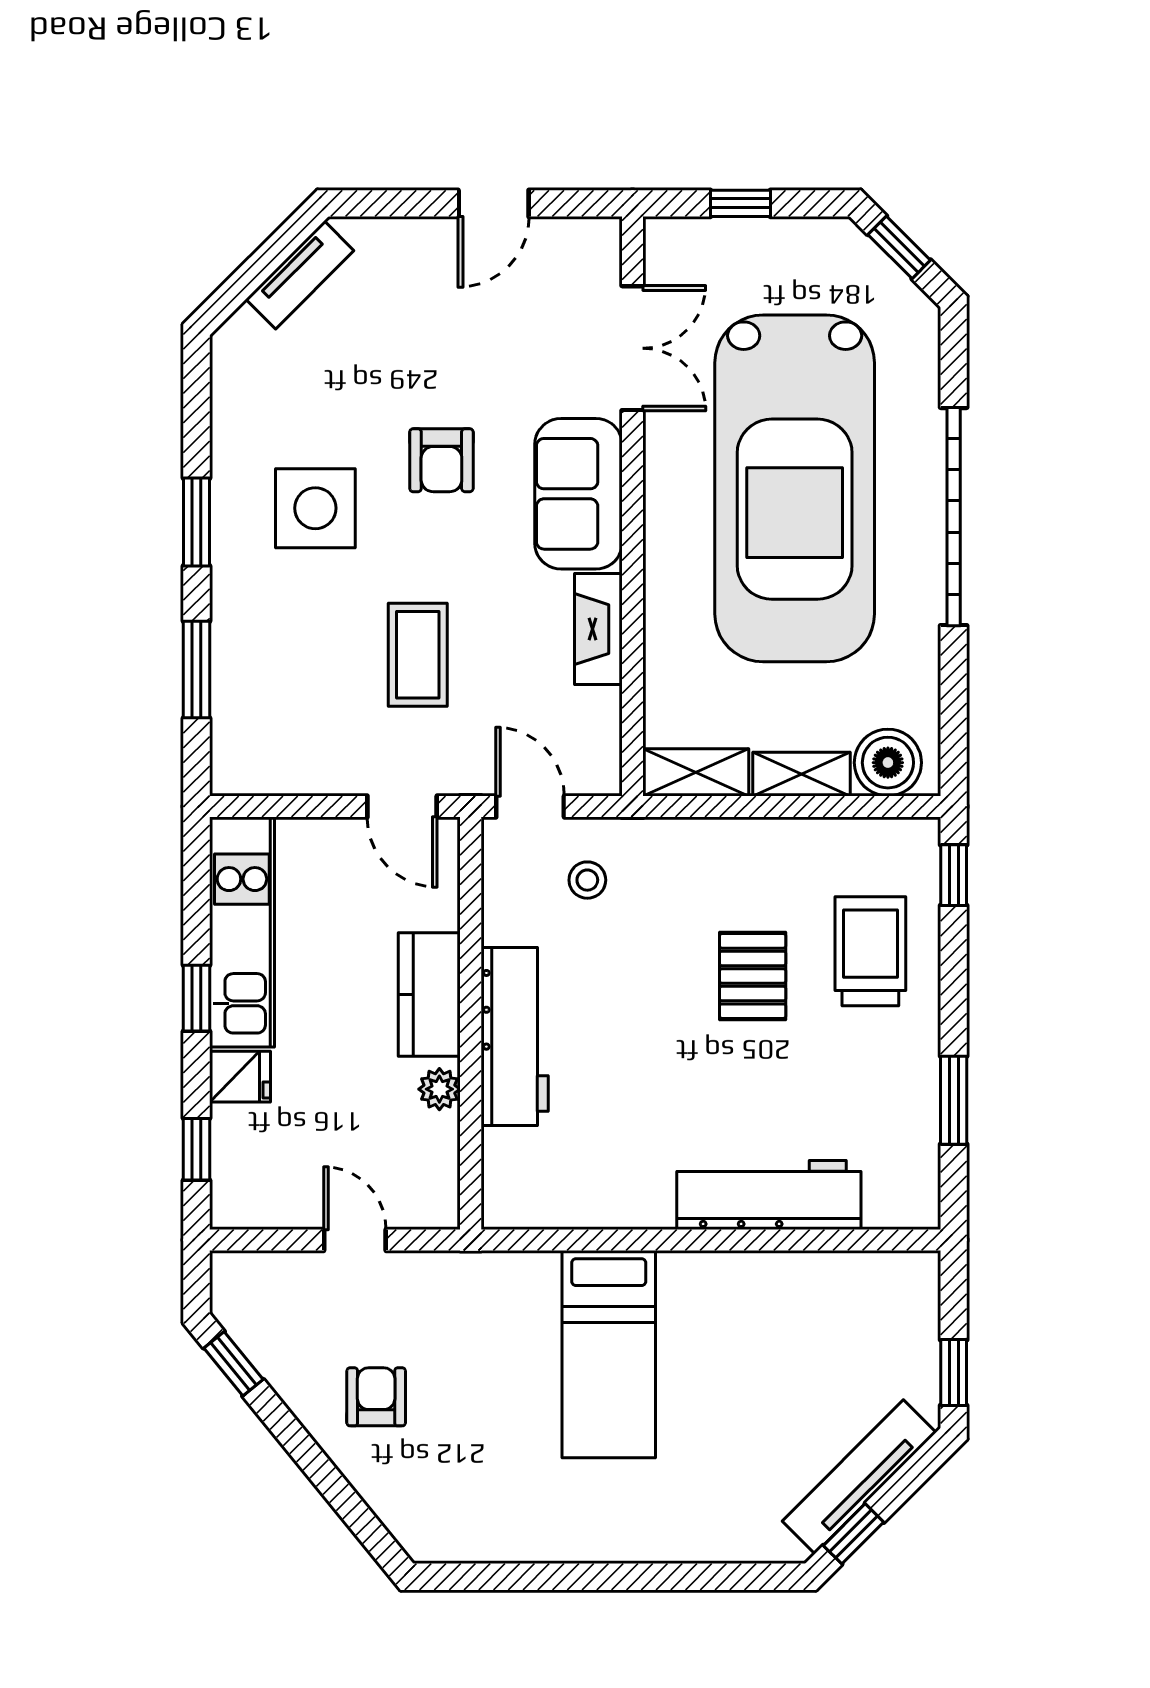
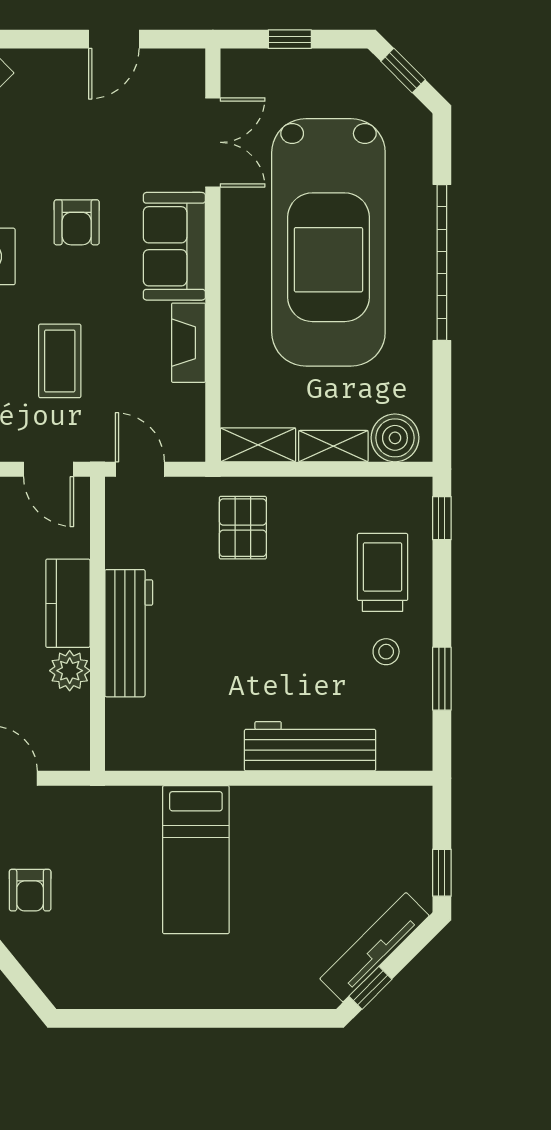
stool: (587, 880) -> (386, 652), moved
pallet: (753, 976) -> (243, 528), moved
plant: (439, 1089) -> (70, 671), width x1.38, depth x1.38
armchair: (376, 1397) -> (30, 890), turned 180

